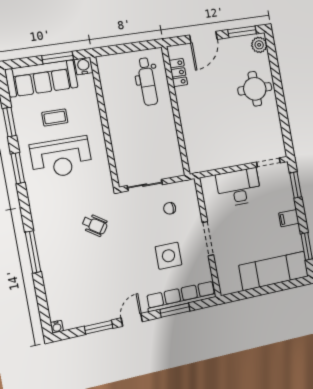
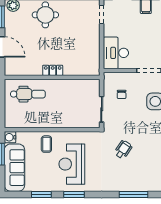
locker: (178, 72) -> (53, 70), moved
coffee table: (55, 118) -> (46, 144), moved
reception desk: (61, 158) -> (72, 164), turned 180
desk: (239, 187) -> (116, 53), moved

